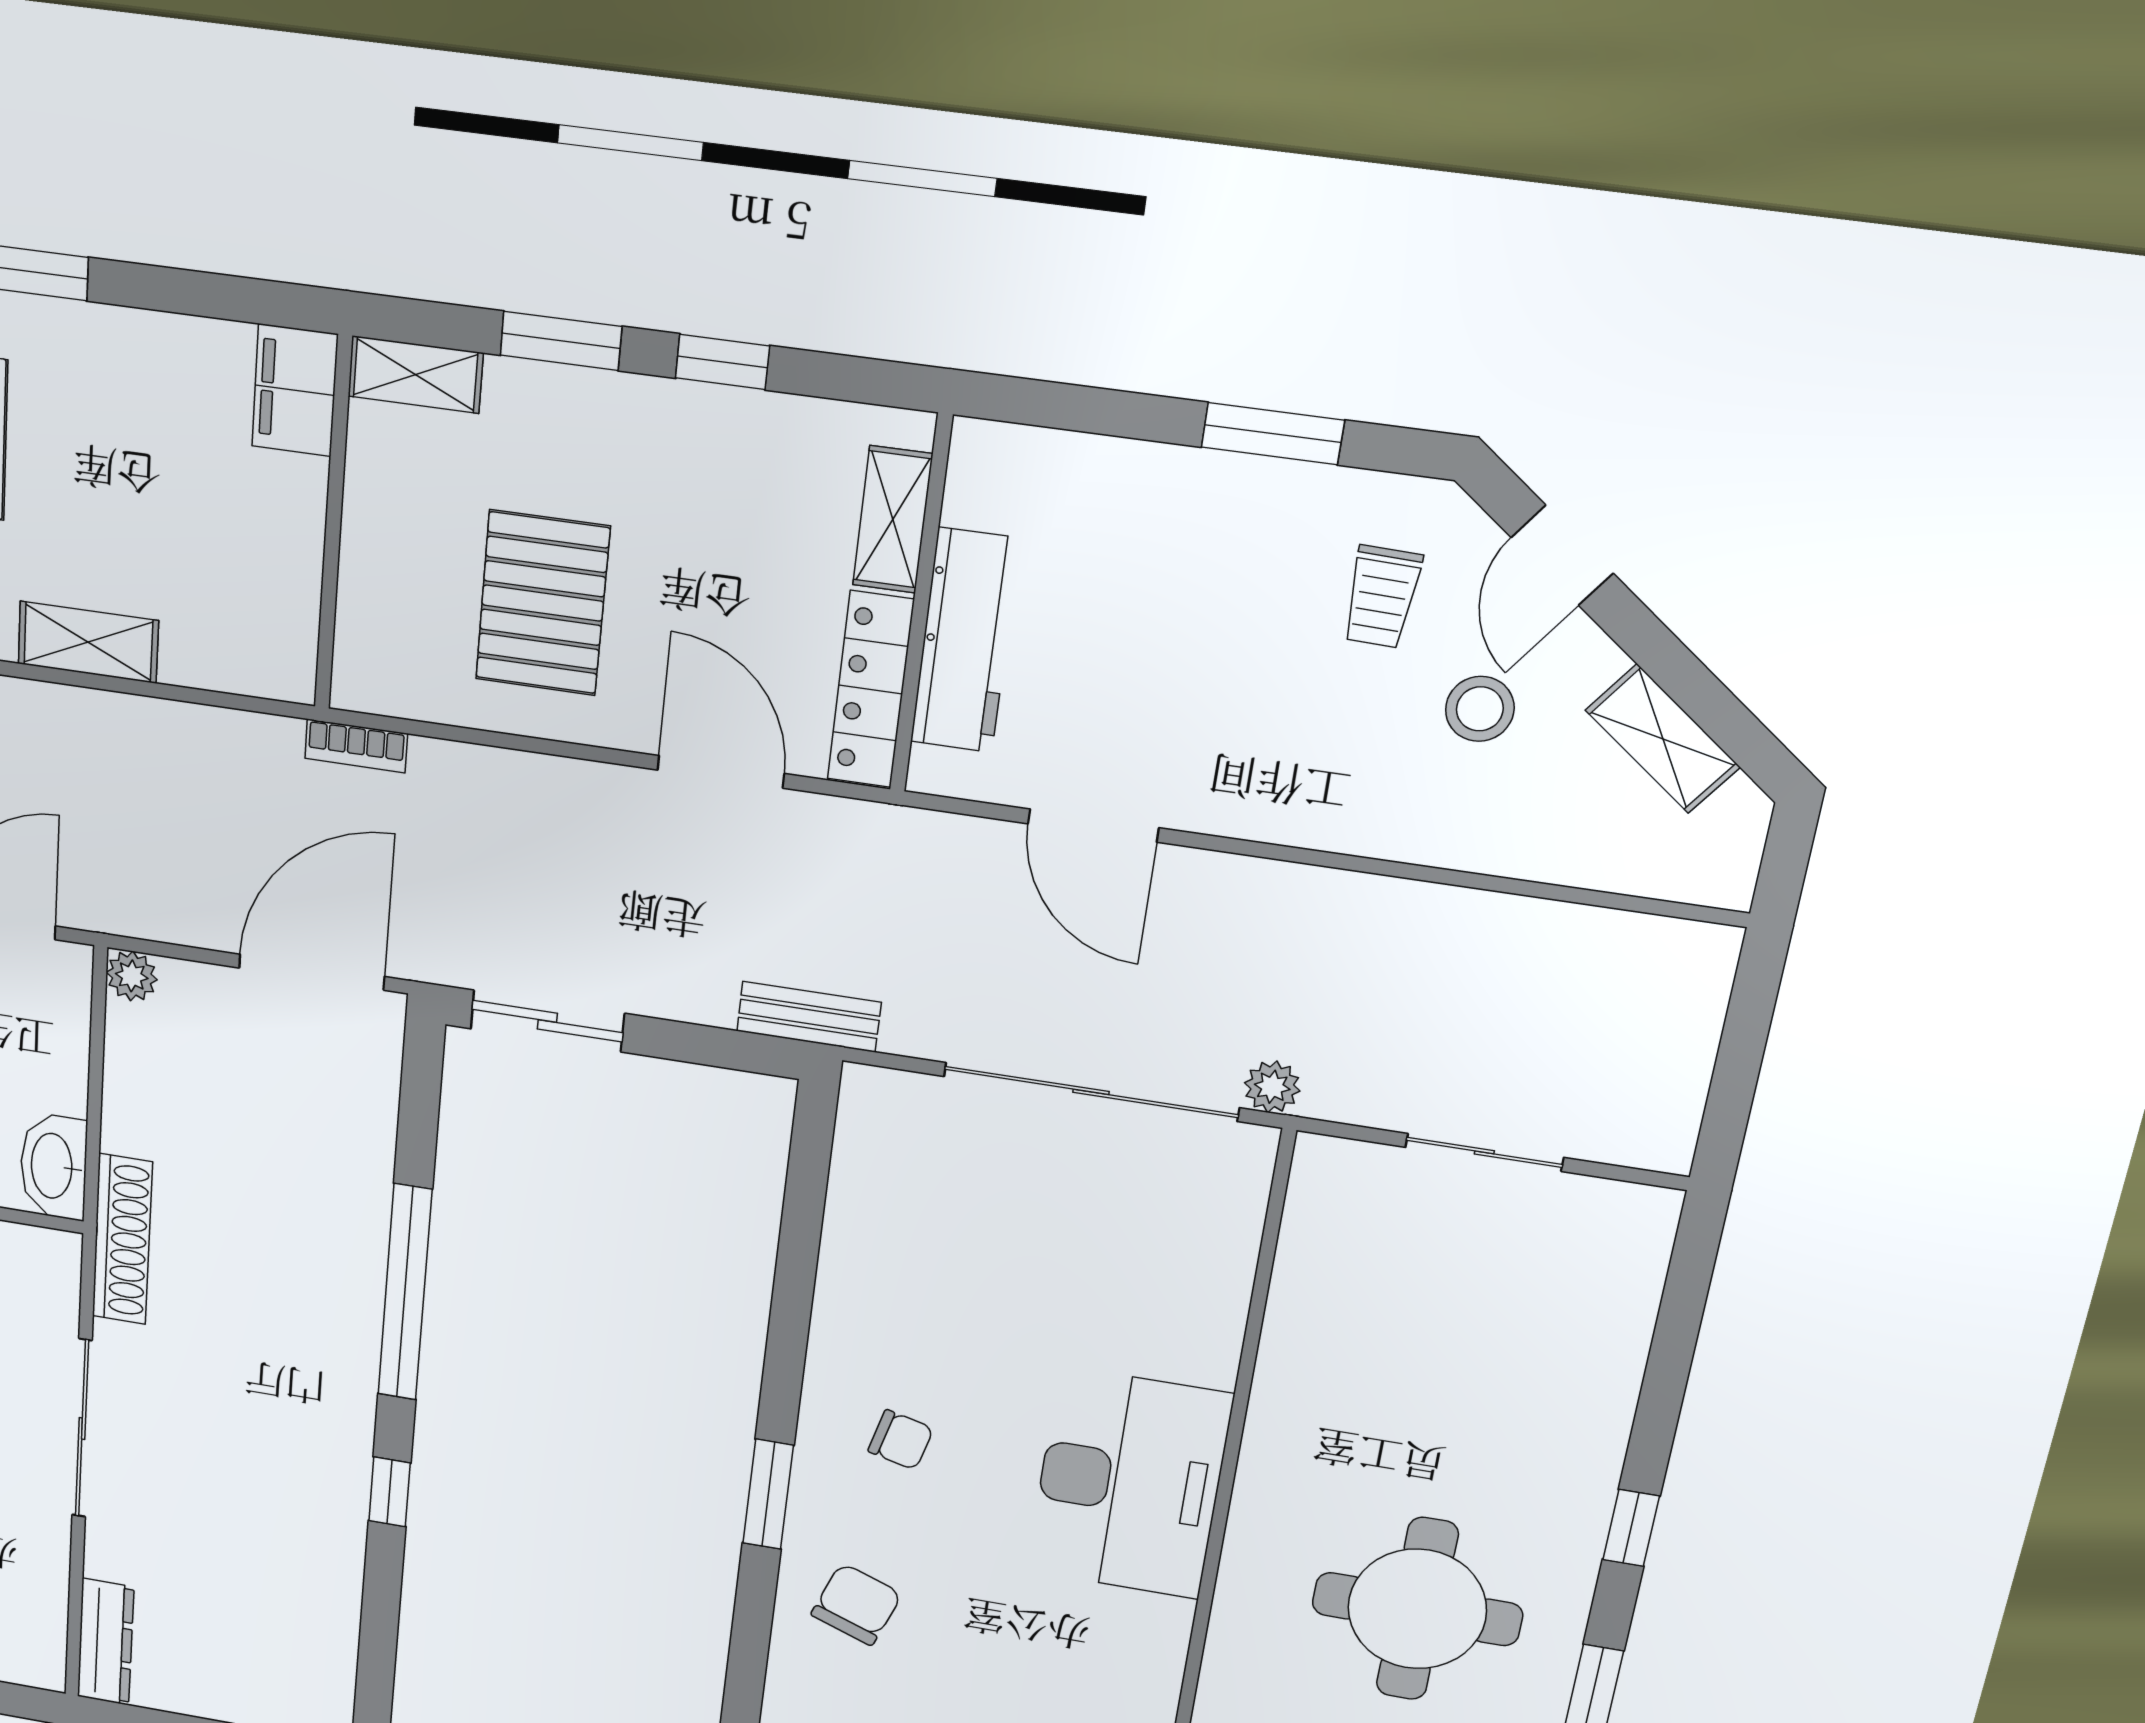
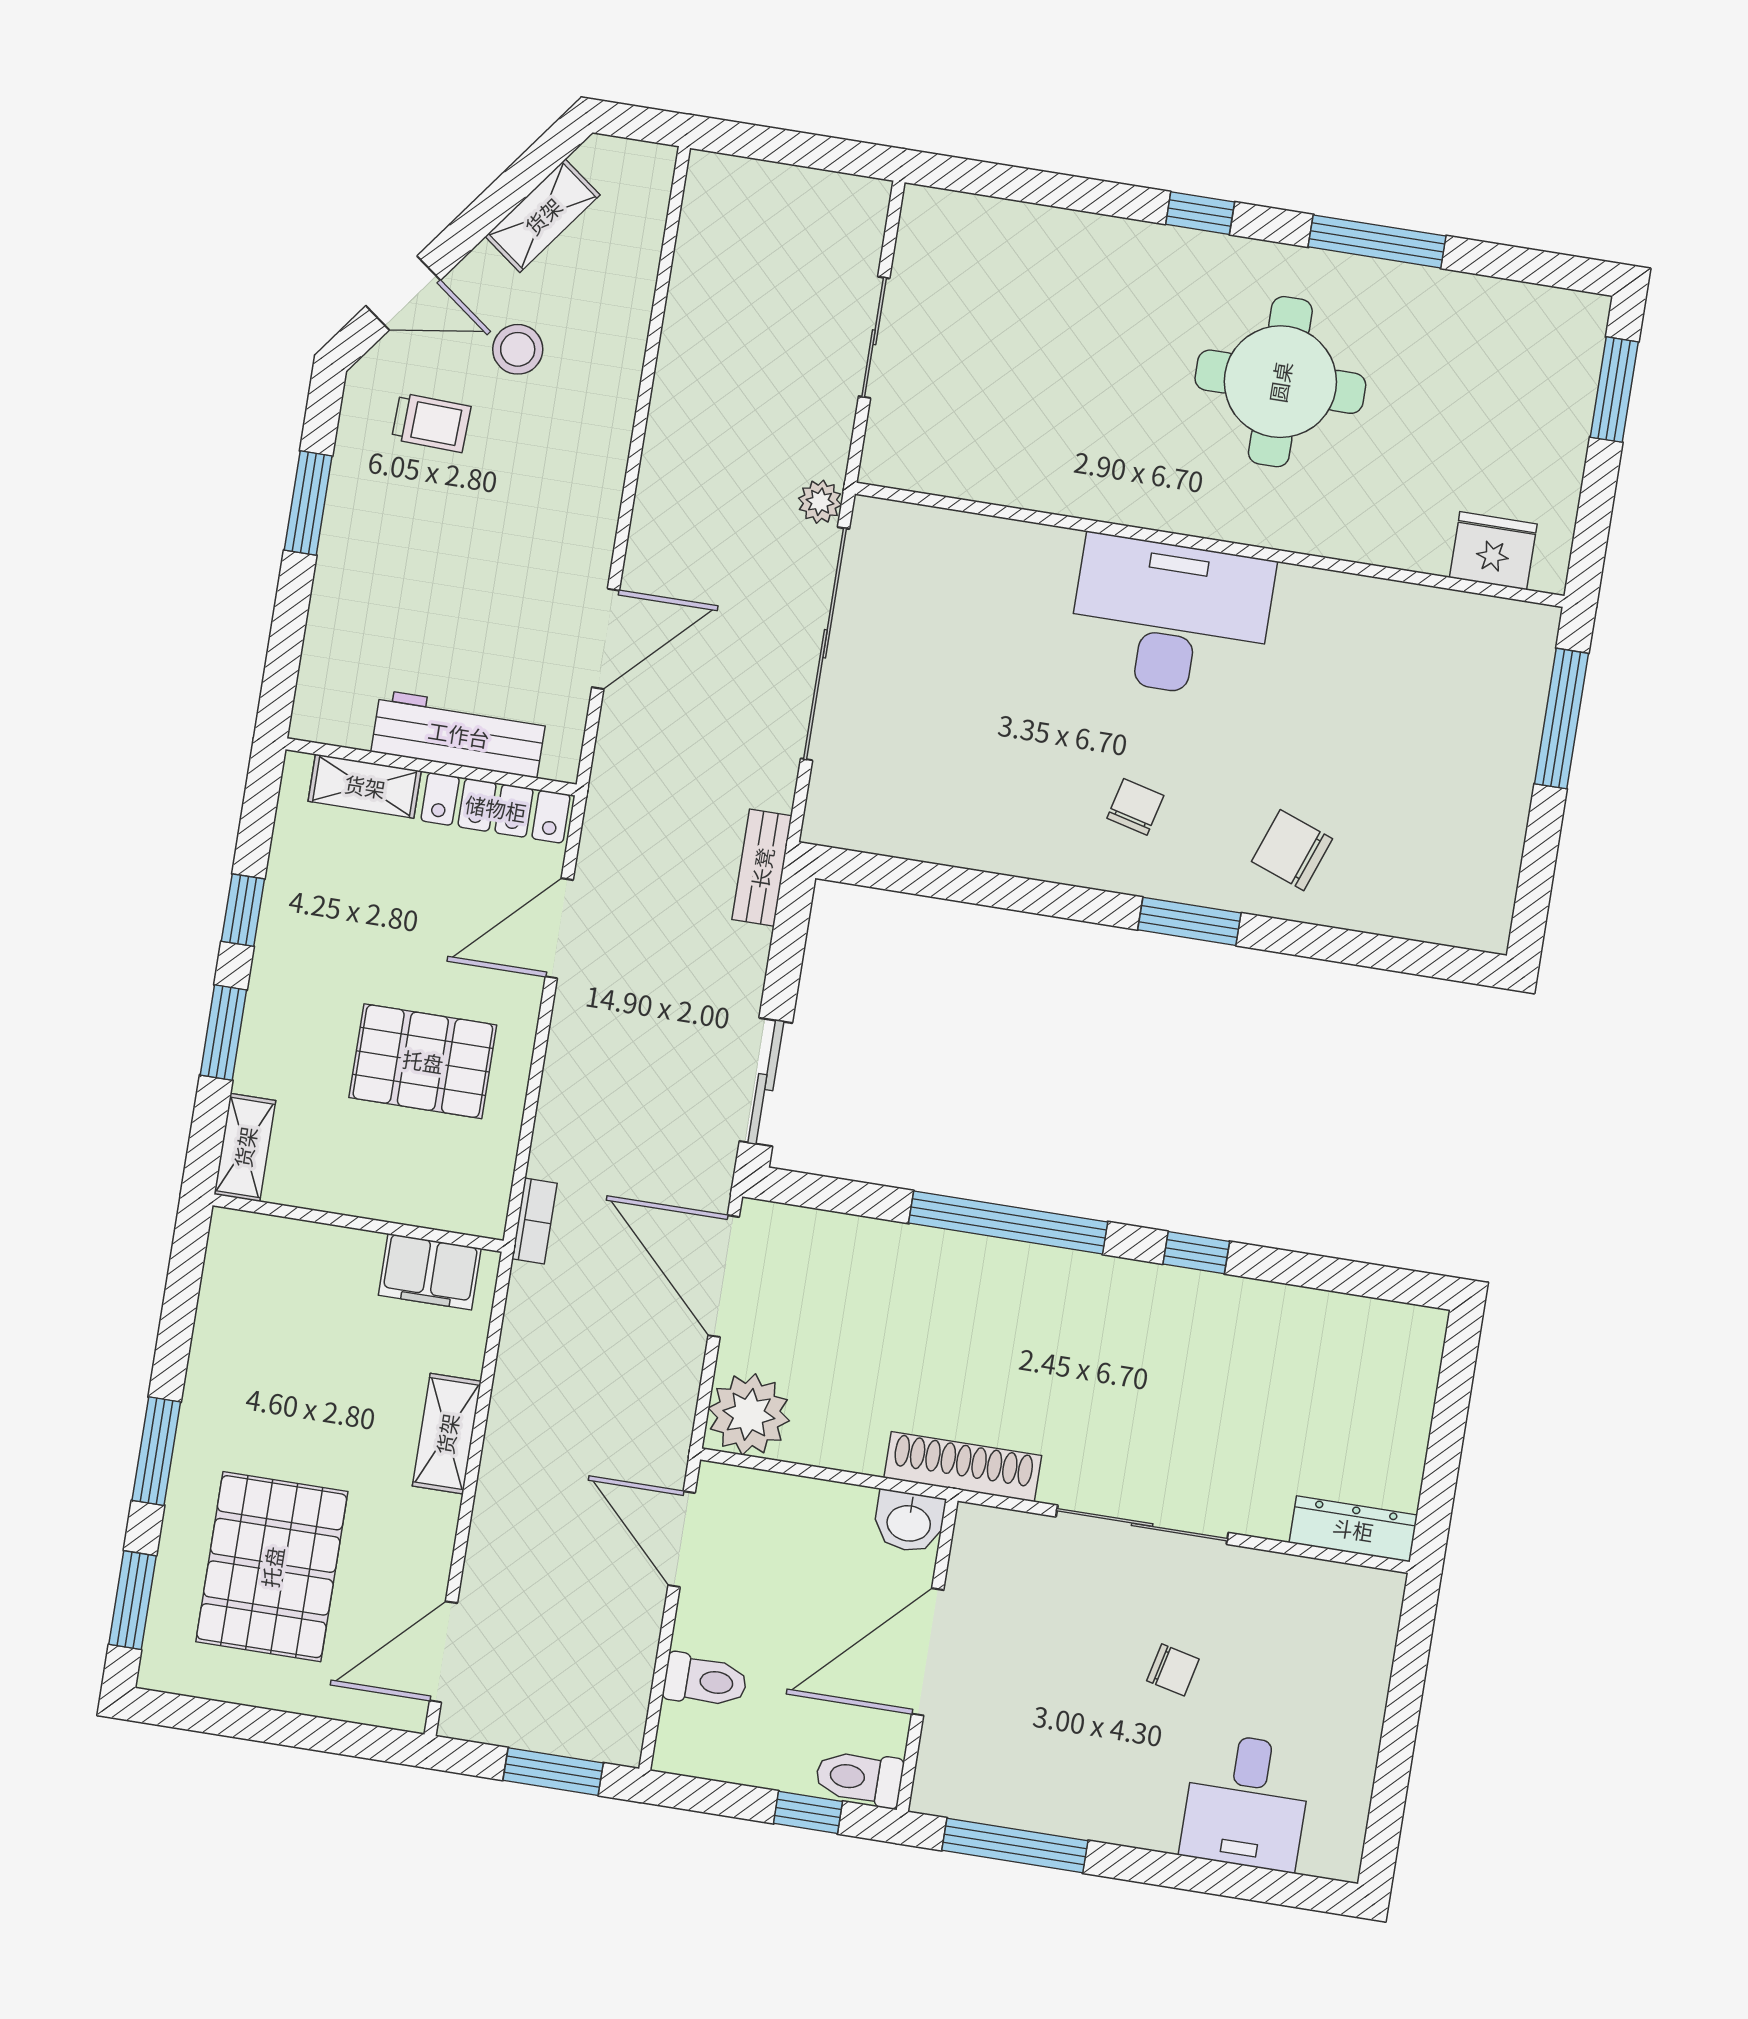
filing cabinet: (295, 390) -> (430, 1272), moved
plant: (132, 976) -> (749, 1414), width x1.88, depth x1.88
washbasin: (54, 1166) -> (909, 1522), width x0.72

